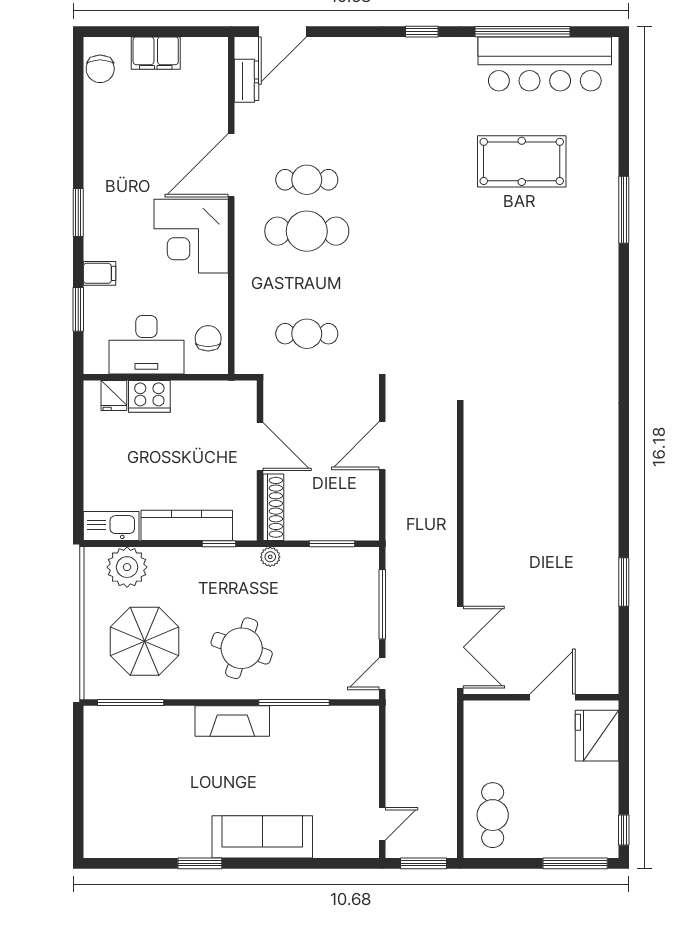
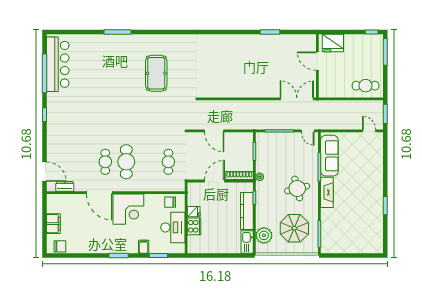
pool table: (522, 161) -> (156, 73), moved
fridge: (114, 395) -> (194, 212), moved
round table: (242, 648) -> (297, 188), turned -33
sofa: (262, 837) -> (329, 156), moved, turned 180

